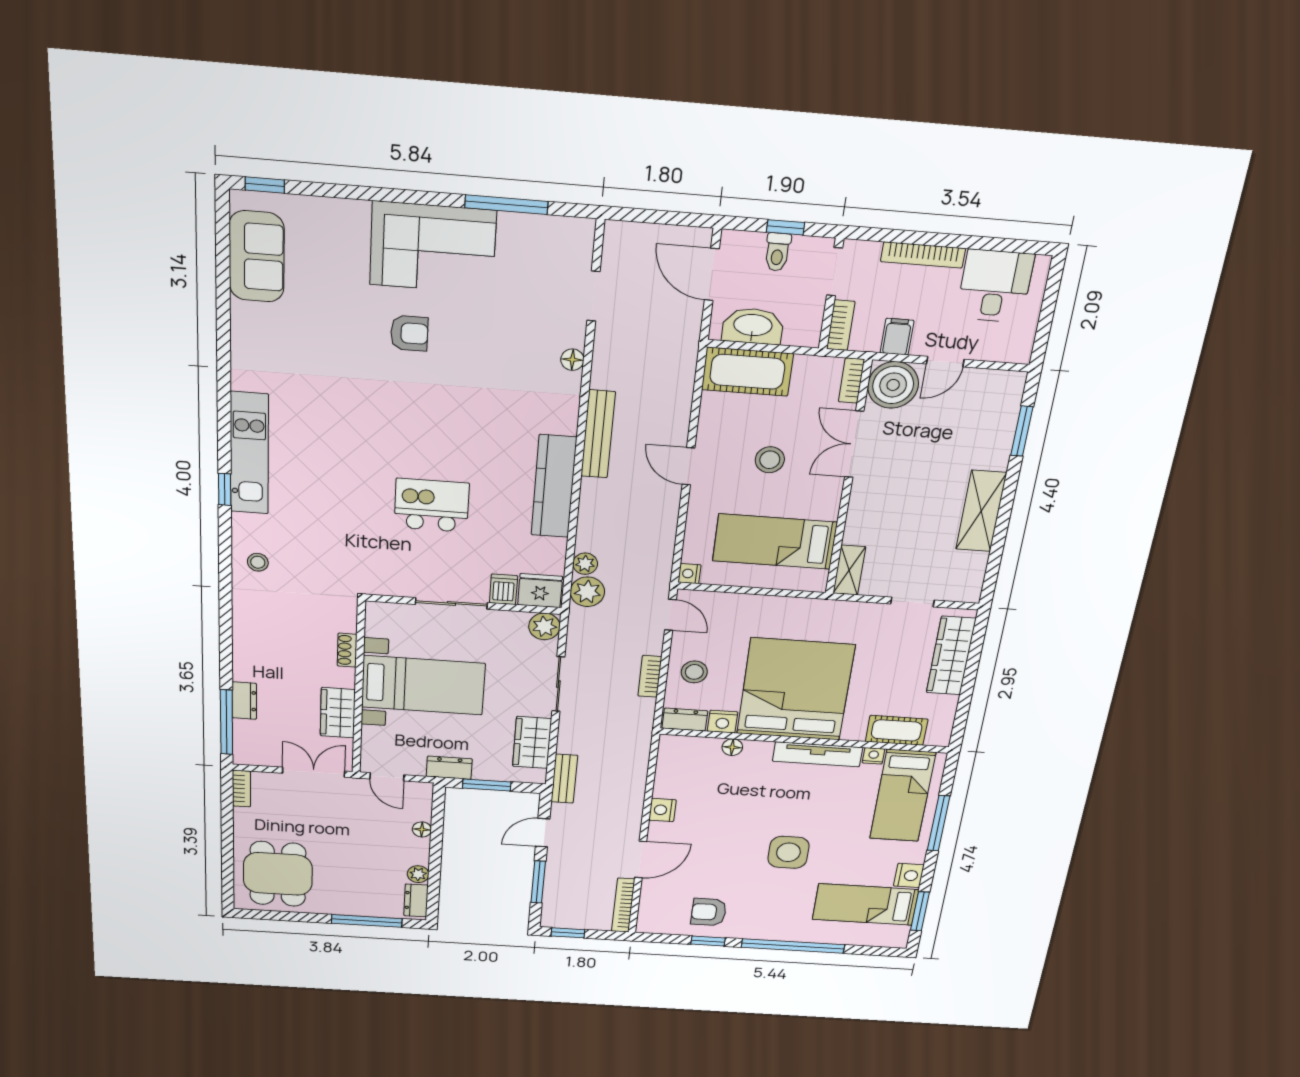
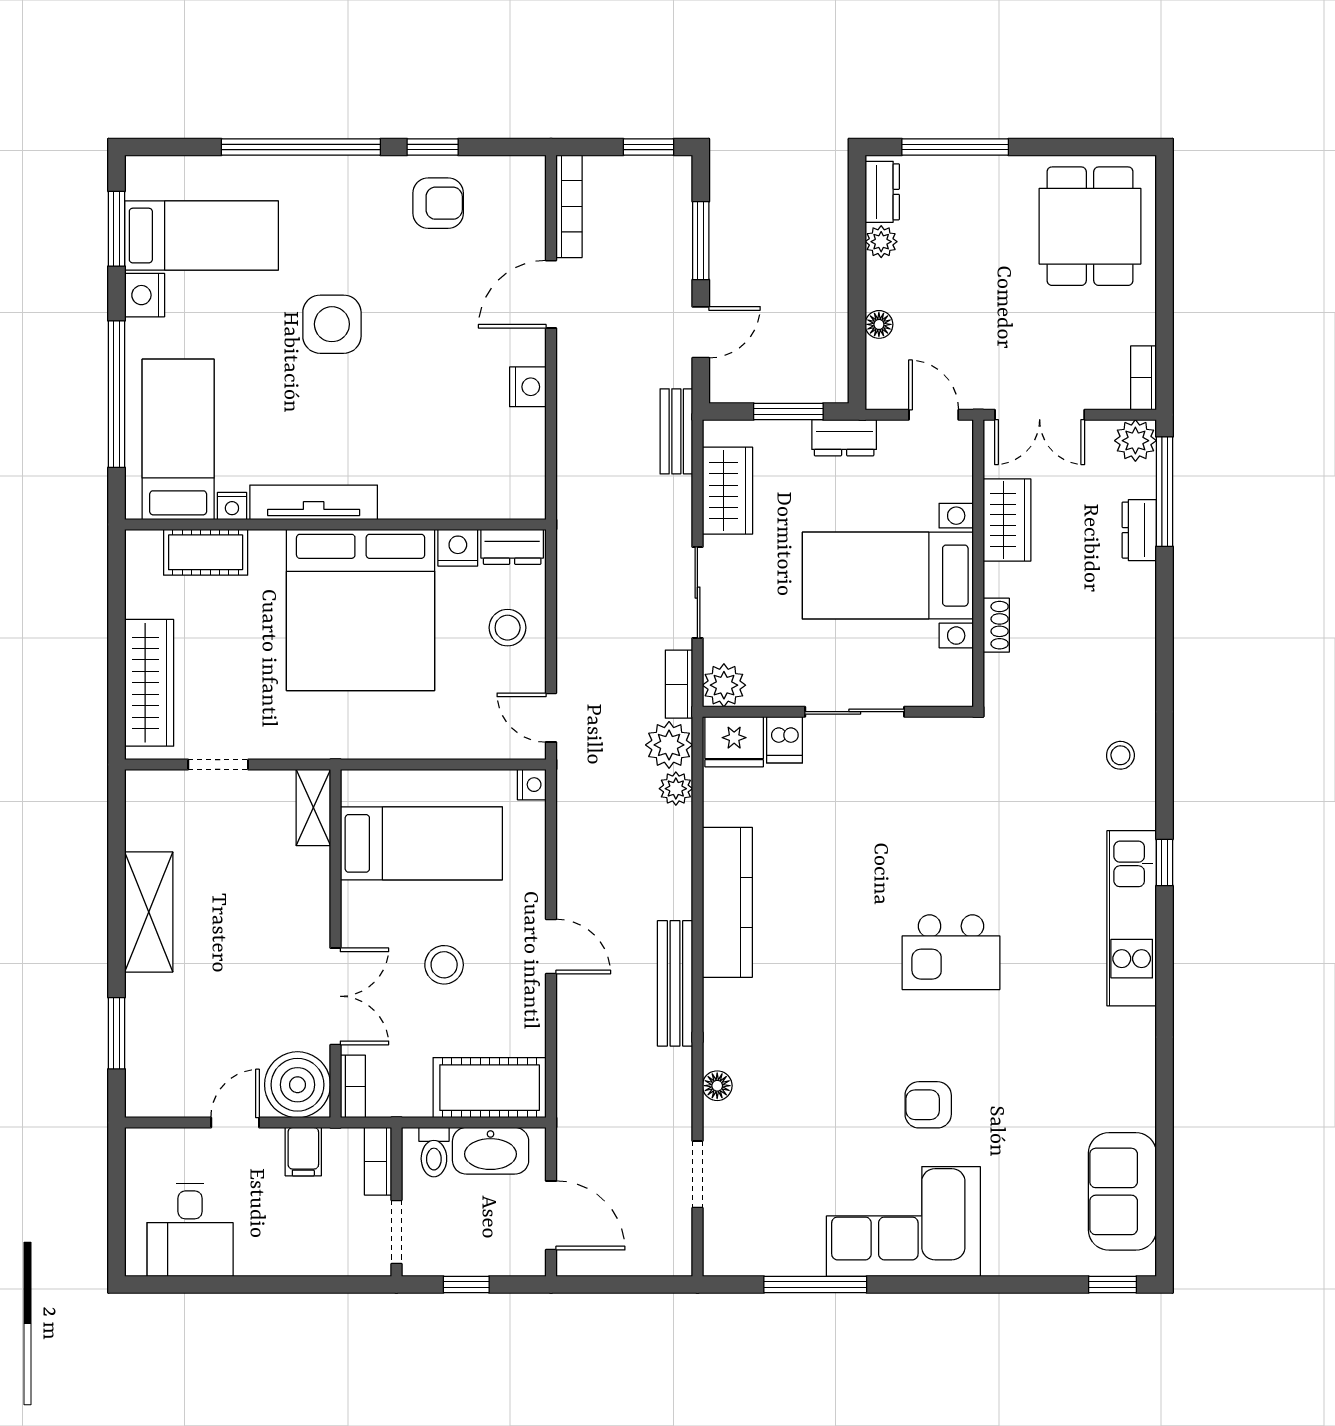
toilet: (777, 252) -> (434, 1152), moved, turned 180
bookcase: (923, 255) -> (288, 1263), removed
kitchen island: (432, 505) -> (951, 952), moved
bookcase: (650, 676) -> (679, 684), moved, turned 180
floor lamp: (732, 747) -> (439, 505), removed
plant: (247, 753) -> (1135, 441), added
window: (939, 823) -> (117, 394), width x1.46

